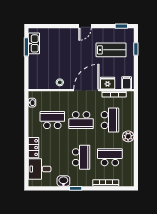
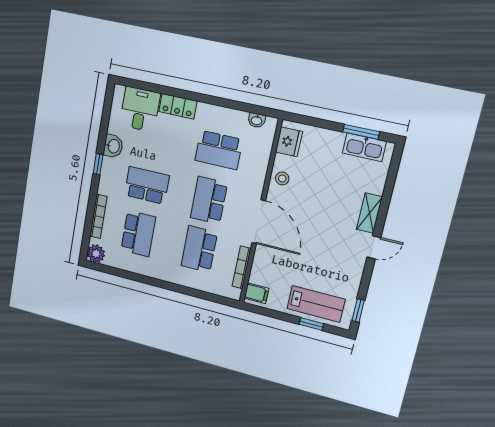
door: (85, 26) -> (374, 247), swing flipped
shelving: (67, 33) -> (369, 213), added
lab bench: (111, 50) -> (316, 304), moved, turned -90
fridge: (108, 83) -> (289, 142), moved
school desk: (52, 120) -> (219, 150), turned 90
school desk: (110, 120) -> (199, 249), turned 90
plant: (128, 136) -> (96, 254), moved
school desk: (81, 157) -> (147, 185), turned 180

